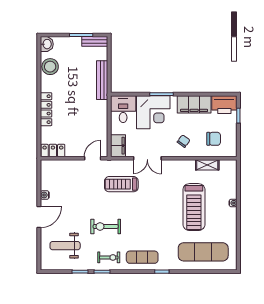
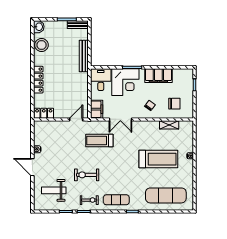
printer: (224, 105) -> (183, 76), removed
treadmill: (194, 207) -> (158, 159), turned -90
door: (39, 217) -> (32, 167), swing flipped

